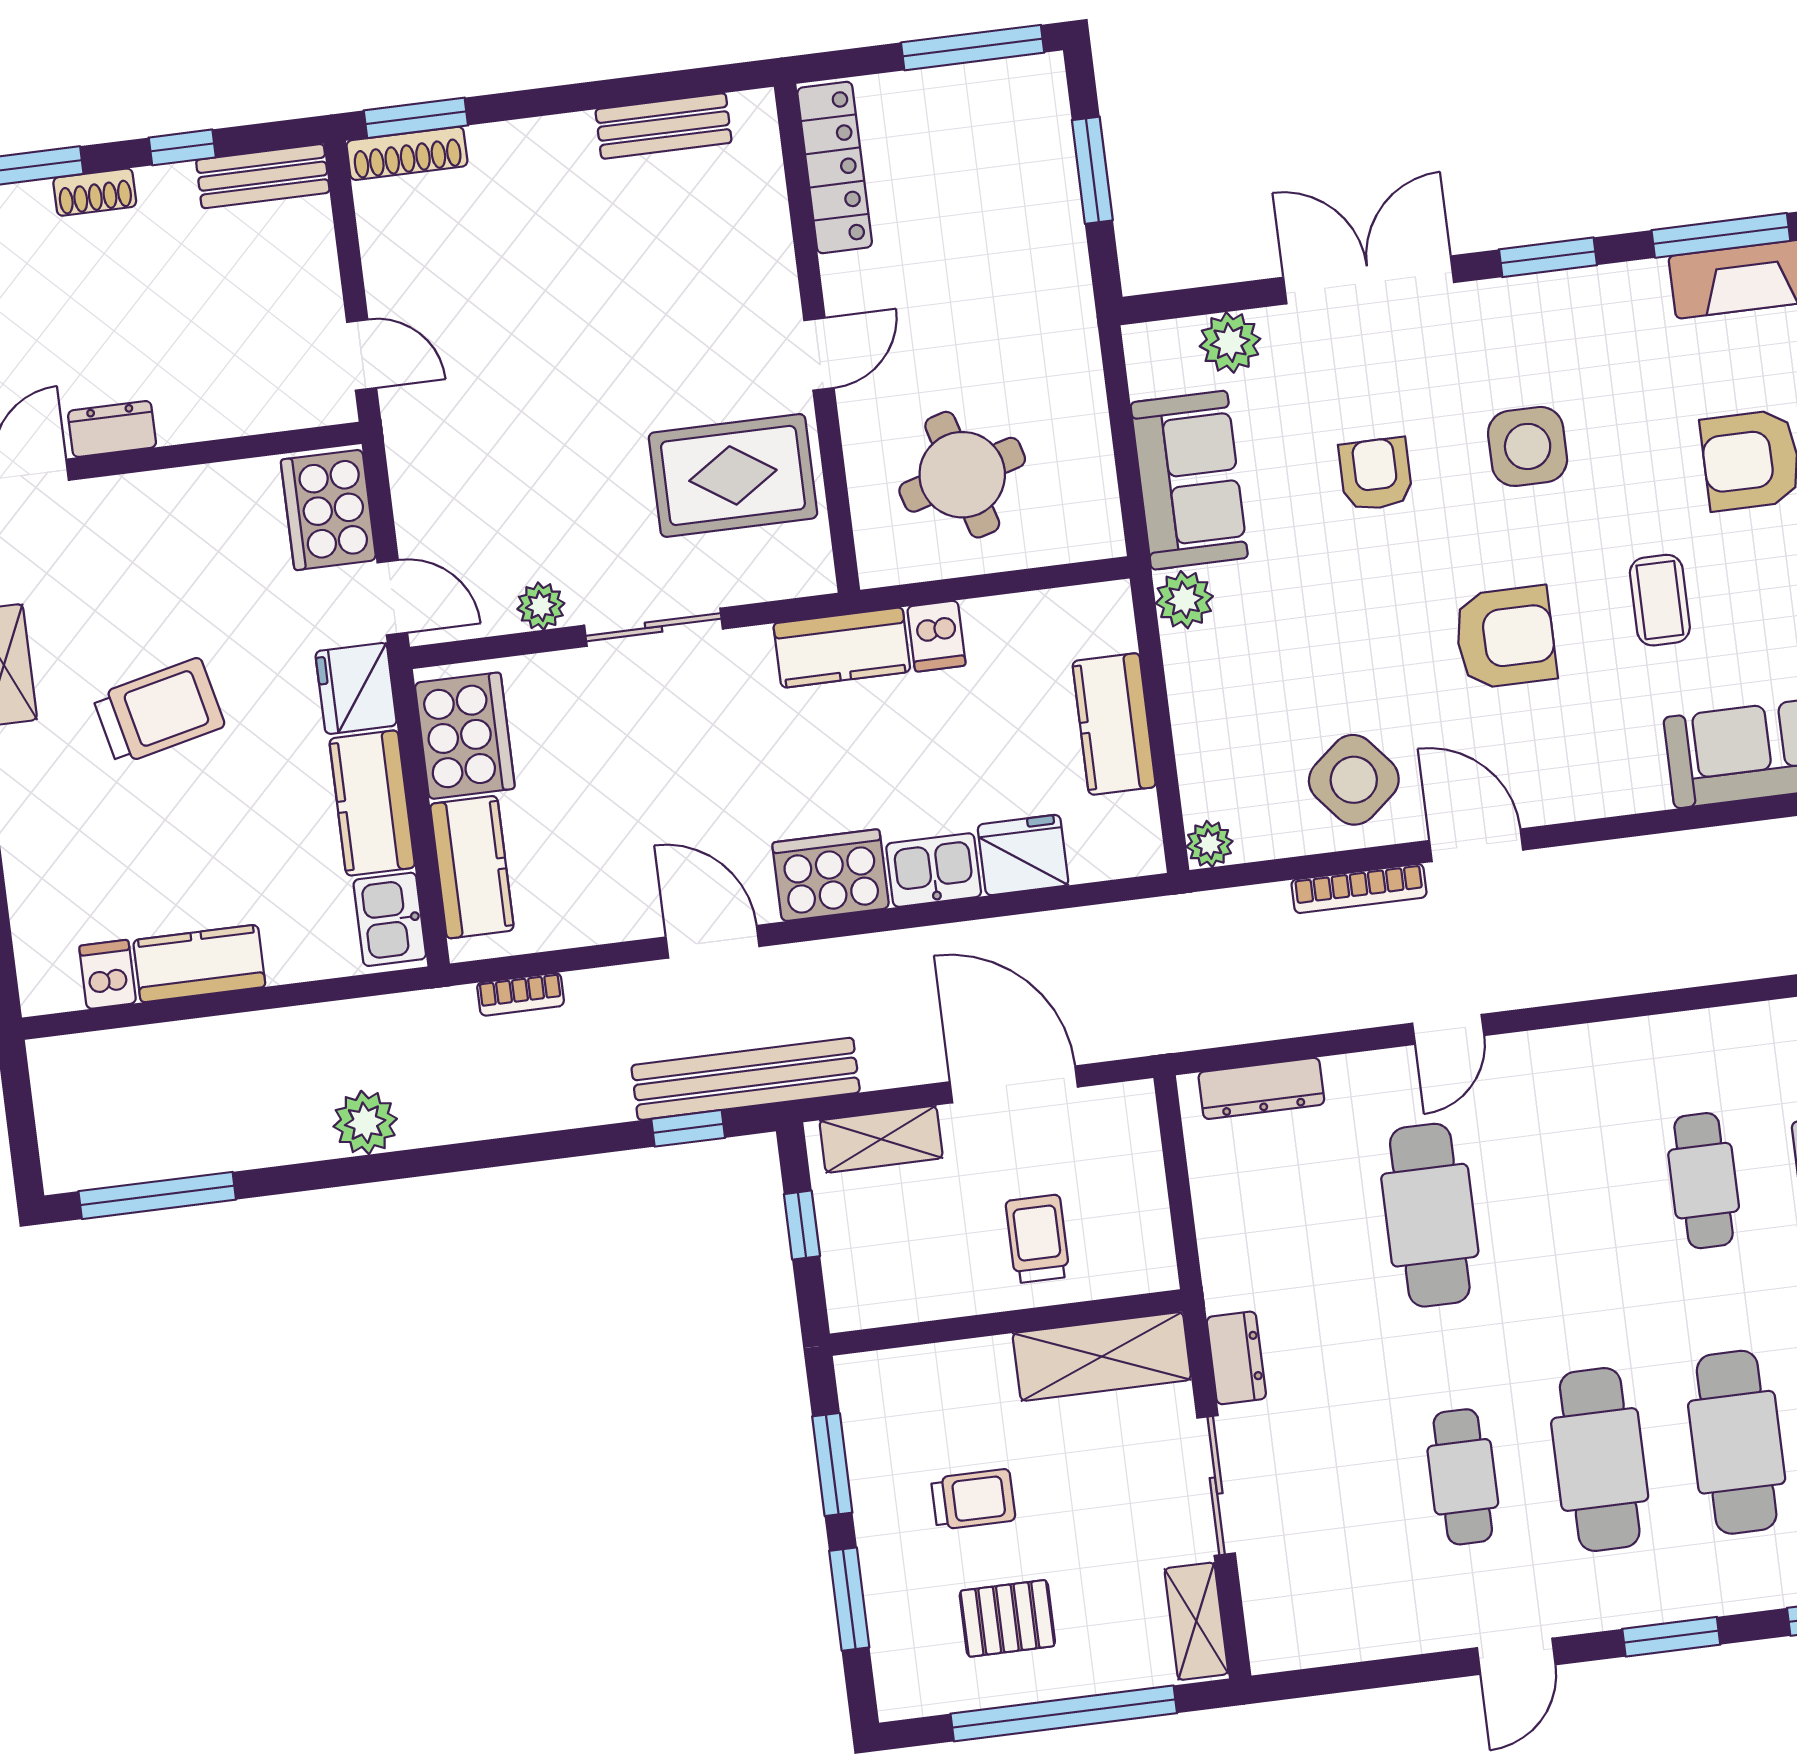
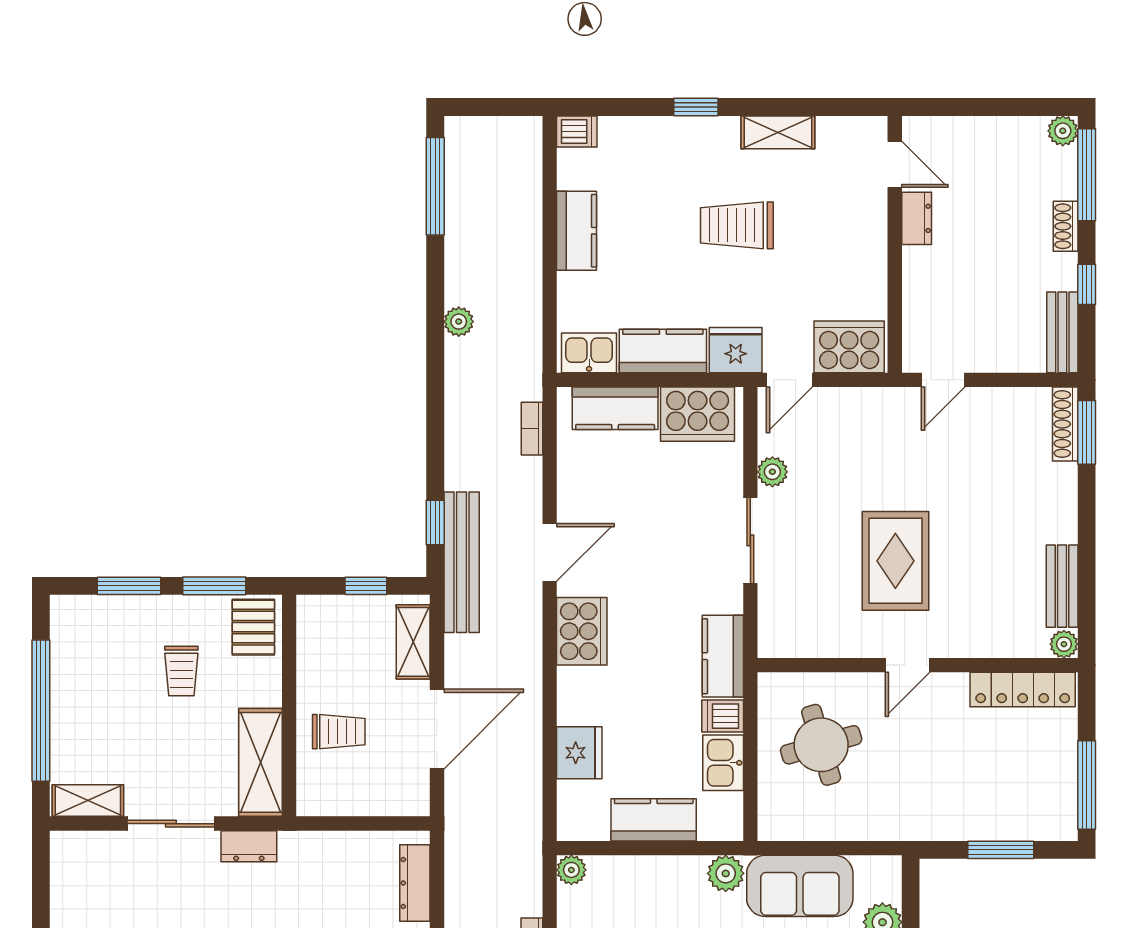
plant: (755, 111) -> (1064, 644), added
door: (819, 354) -> (908, 665), hinge flipped
rug: (733, 475) -> (895, 561), moved
trolley: (159, 711) -> (737, 225), turned 103
kitchen sink: (934, 870) -> (723, 763), moved, turned 180
dishwasher: (108, 974) -> (577, 131), moved
plant: (365, 1123) -> (459, 322), width x0.73, depth x0.73
pallet: (1007, 1618) -> (253, 627), moved

